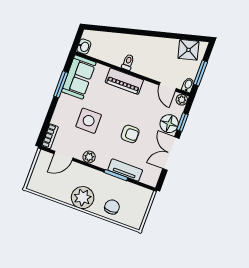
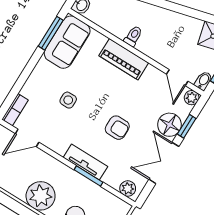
window: (61, 84) -> (51, 33), moved
side table: (89, 121) -> (68, 100), width x0.54, depth x0.54
plant: (89, 157) -> (128, 189), moved
tv unit: (125, 170) -> (85, 162), moved

